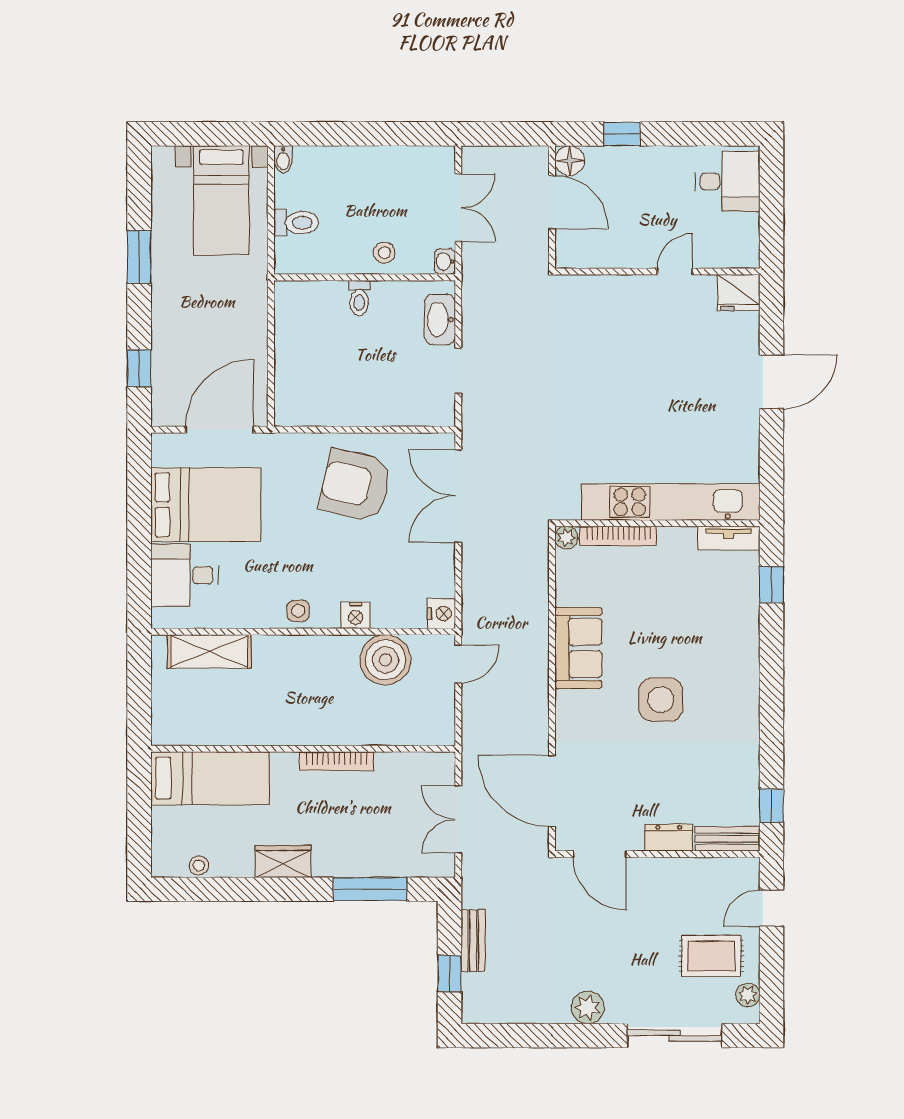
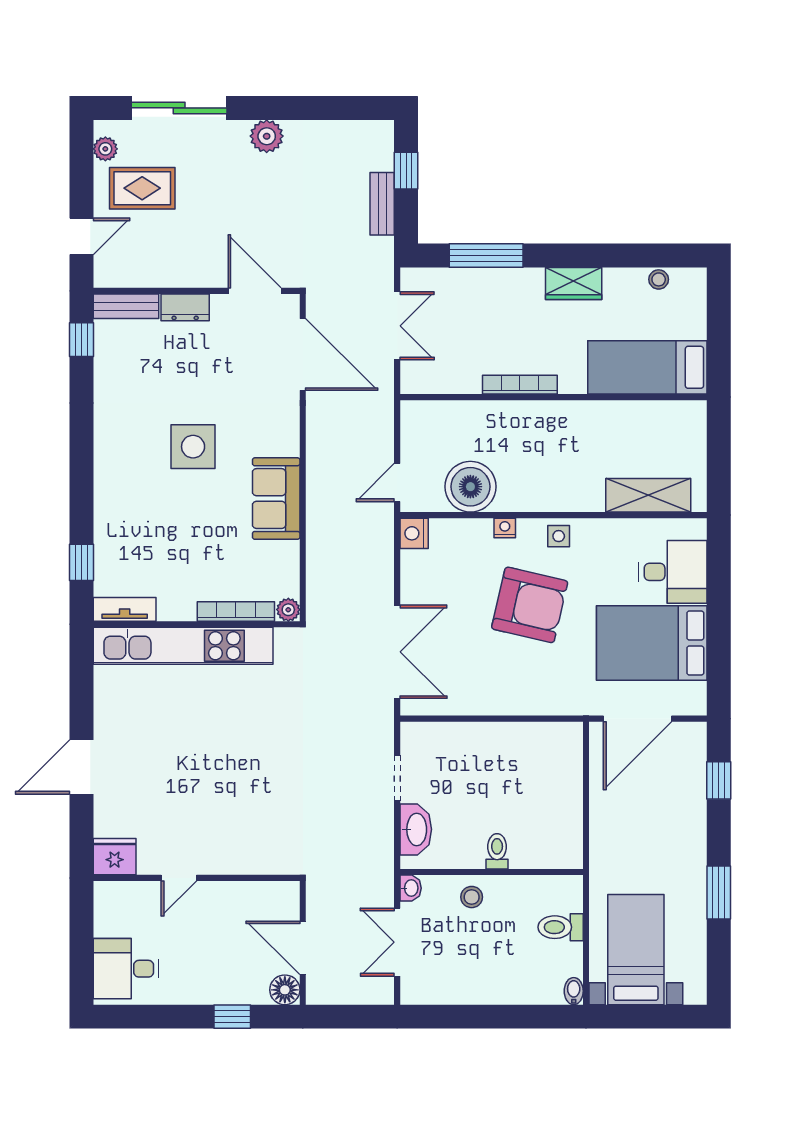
armchair: (355, 485) -> (530, 605), moved
nightstand: (356, 615) -> (505, 528), width x0.72, depth x0.74

